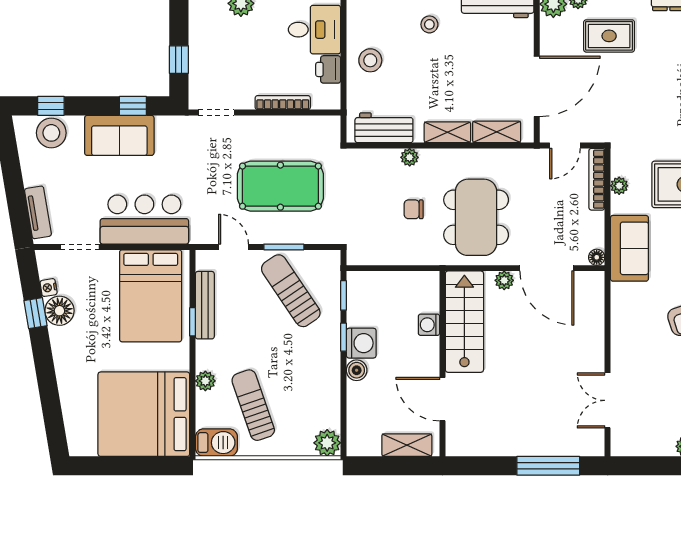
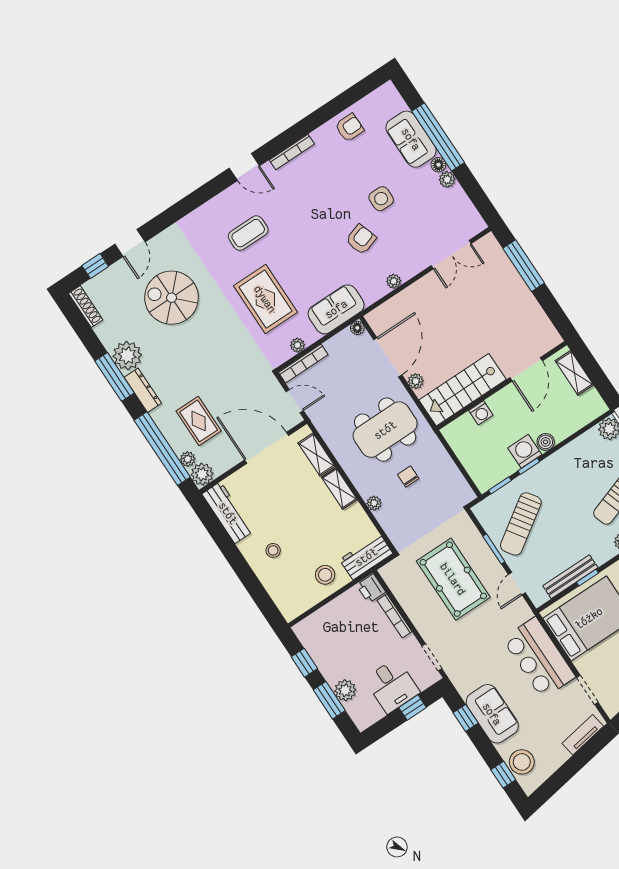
desk: (314, 30) -> (392, 686), moved, turned 180
printer: (328, 69) -> (371, 588), moved, turned 90
workbench: (384, 128) -> (366, 557), moved, turned 90
chair: (414, 209) -> (408, 476), turned 180
plant: (619, 325) -> (394, 281), added

